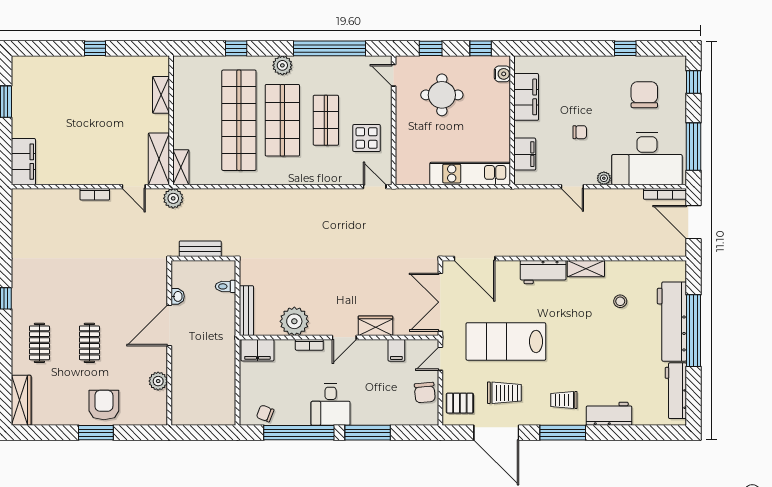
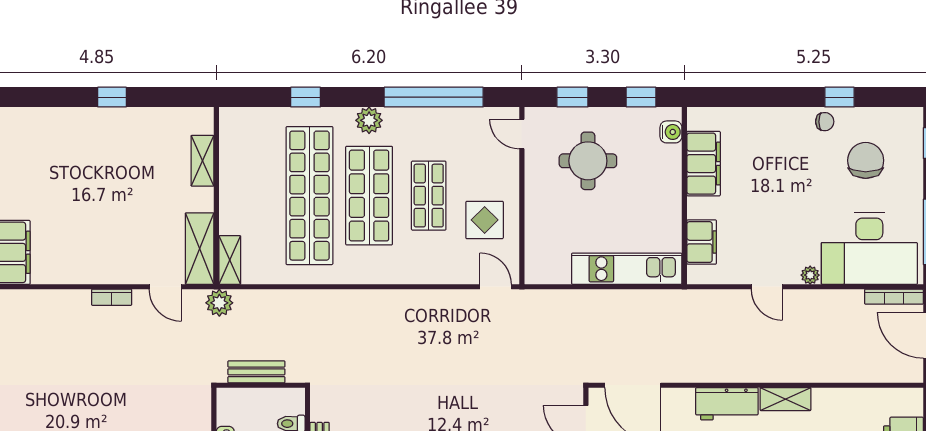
chair: (580, 132) -> (825, 122), moved

